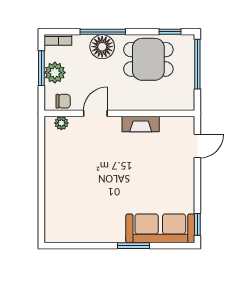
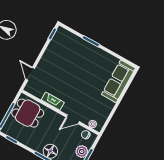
dining table: (148, 59) -> (28, 113), moved
door: (197, 146) -> (30, 74), hinge flipped
sofa: (160, 228) -> (118, 81), moved, turned 90

